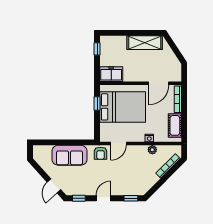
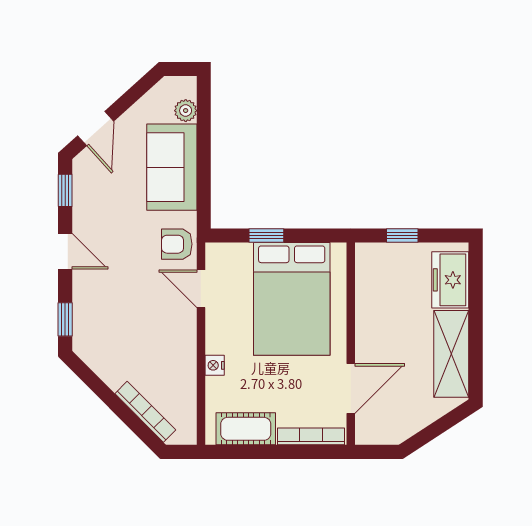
window: (97, 49) -> (402, 235), moved
freezer: (111, 74) -> (450, 280), moved, turned 180
door: (159, 83) -> (351, 389), swing flipped
window: (97, 104) -> (266, 235), moved
plant: (152, 150) -> (186, 111), moved
door: (54, 186) -> (96, 128), swing flipped

